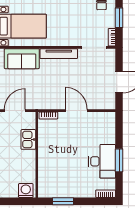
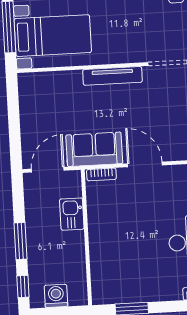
sofa: (22, 59) -> (94, 149), moved, turned 180
washing machine: (26, 191) -> (56, 296), moved

